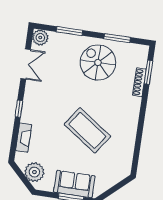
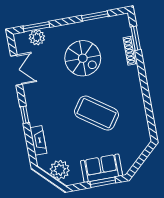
window: (69, 31) -> (36, 27), moved
plant: (40, 38) -> (37, 37), moved
spiral stairs: (98, 62) -> (83, 58), moved, turned 180

